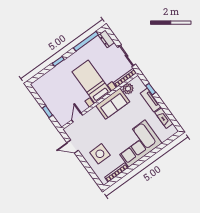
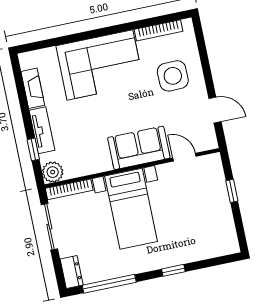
plant: (128, 89) -> (53, 172), moved
sofa: (113, 104) -> (139, 148), moved
door: (77, 118) -> (184, 157), swing flipped

